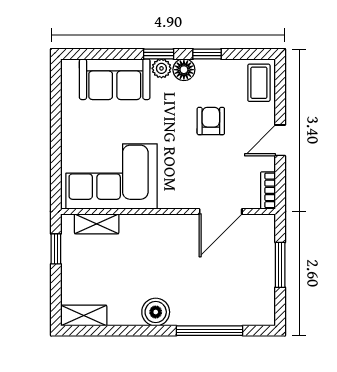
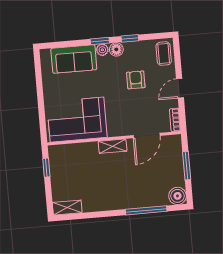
shelving: (97, 224) -> (113, 146), moved
boiler: (156, 312) -> (178, 196), moved

